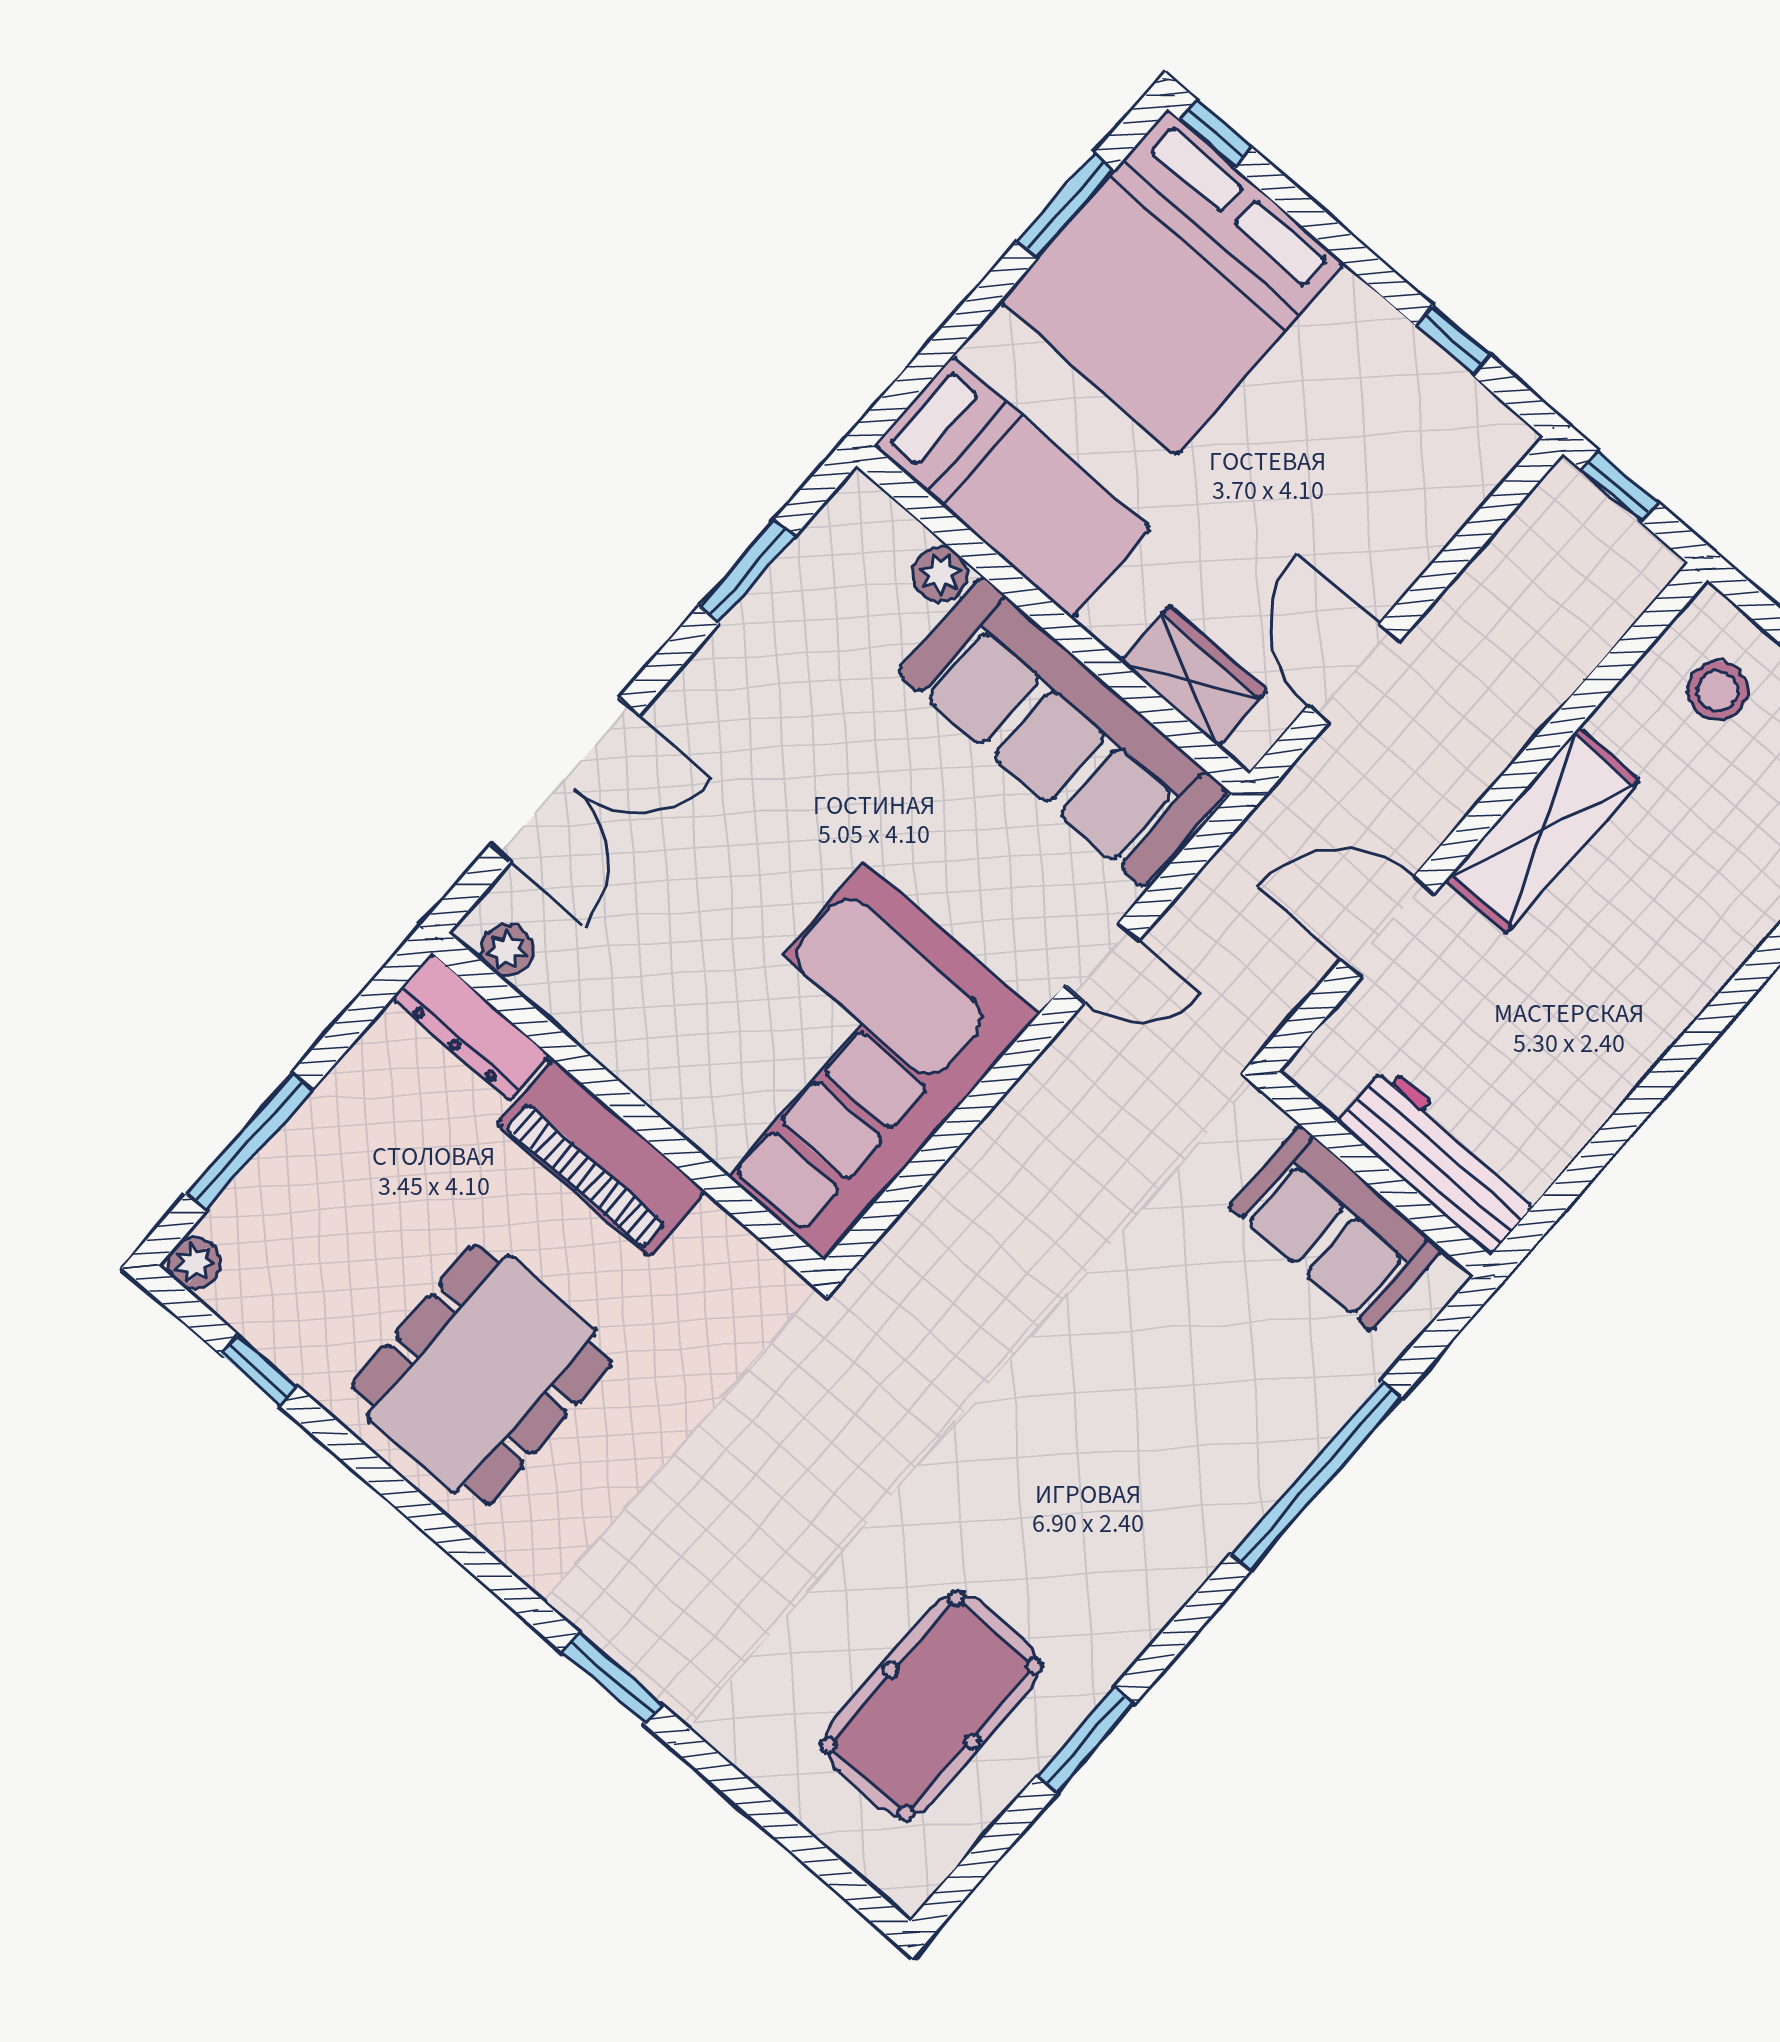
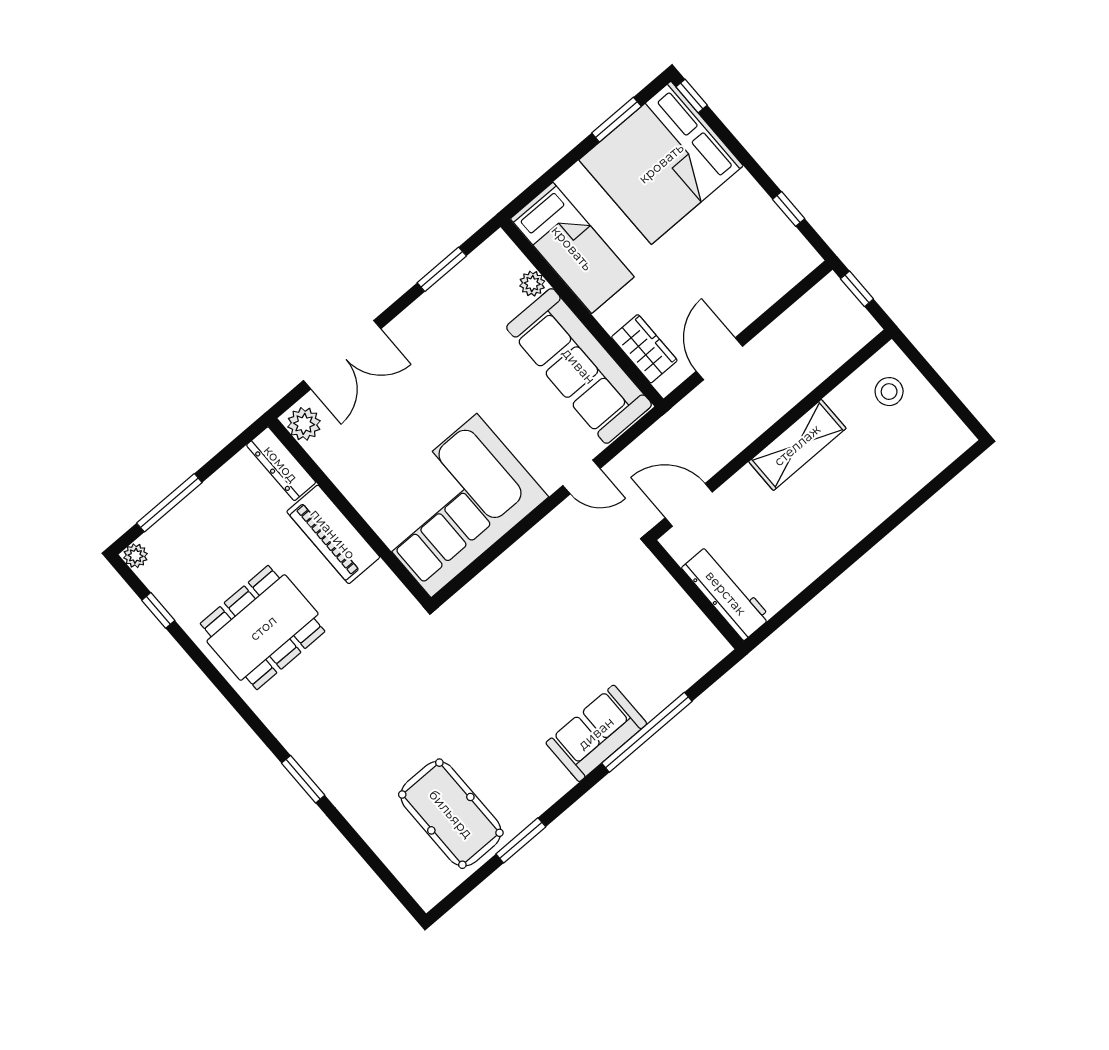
door: (1388, 926) -> (689, 505), moved
plant: (507, 950) -> (304, 424), width x1.38, depth x1.38
sofa: (1336, 1228) -> (596, 733), moved, turned 90
pool table: (931, 1705) -> (451, 814), turned 90

